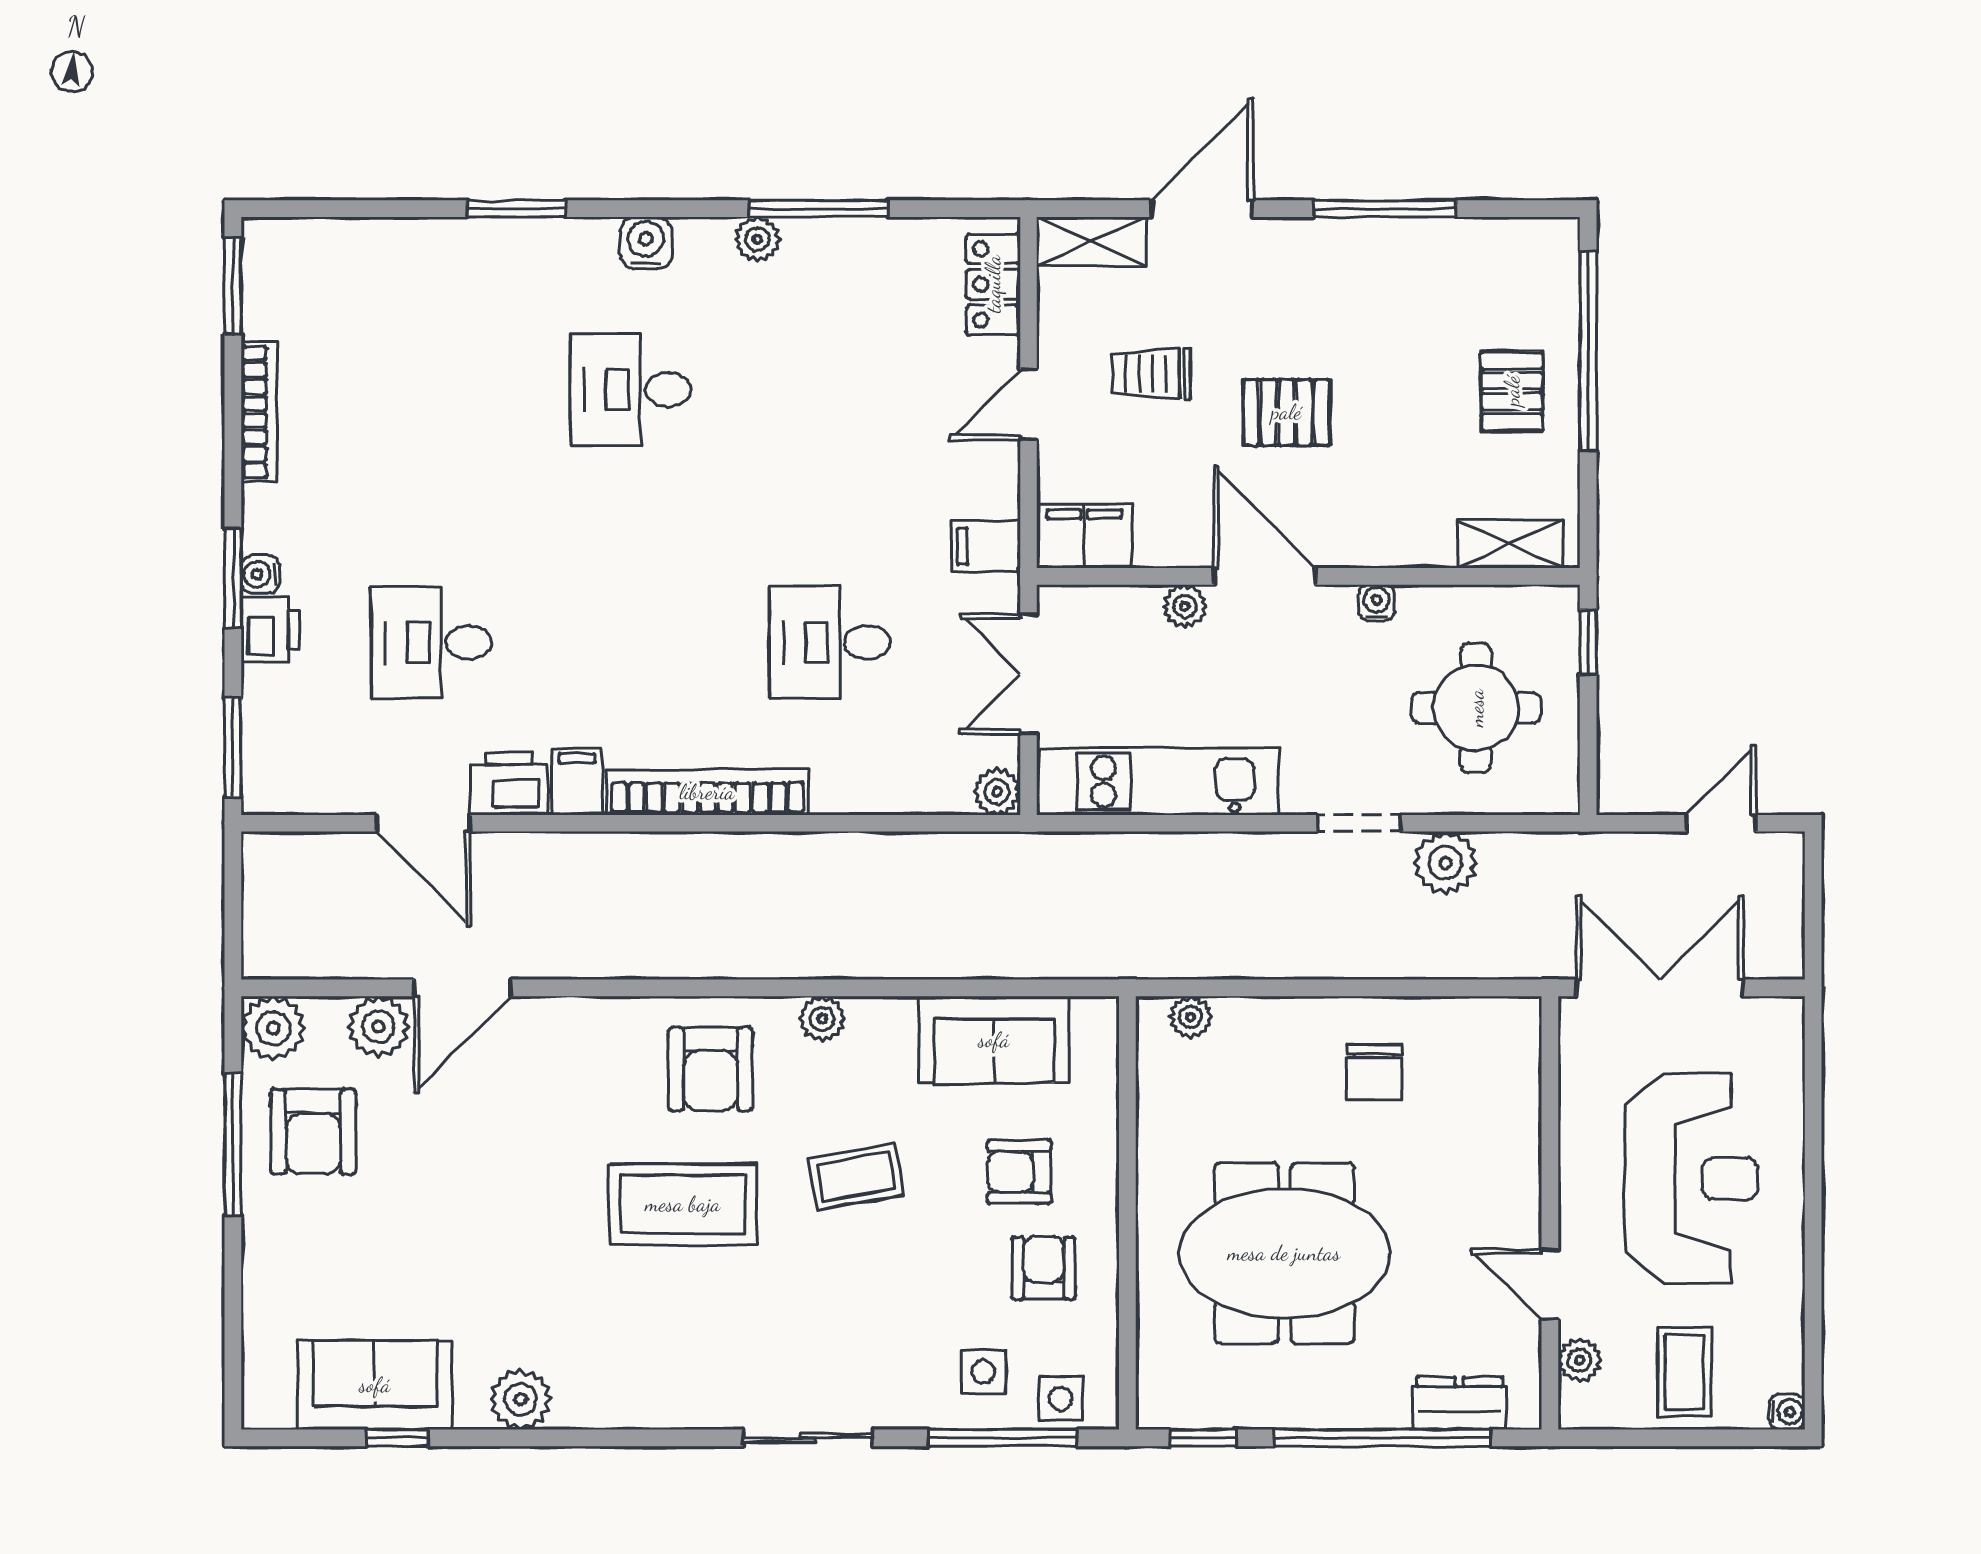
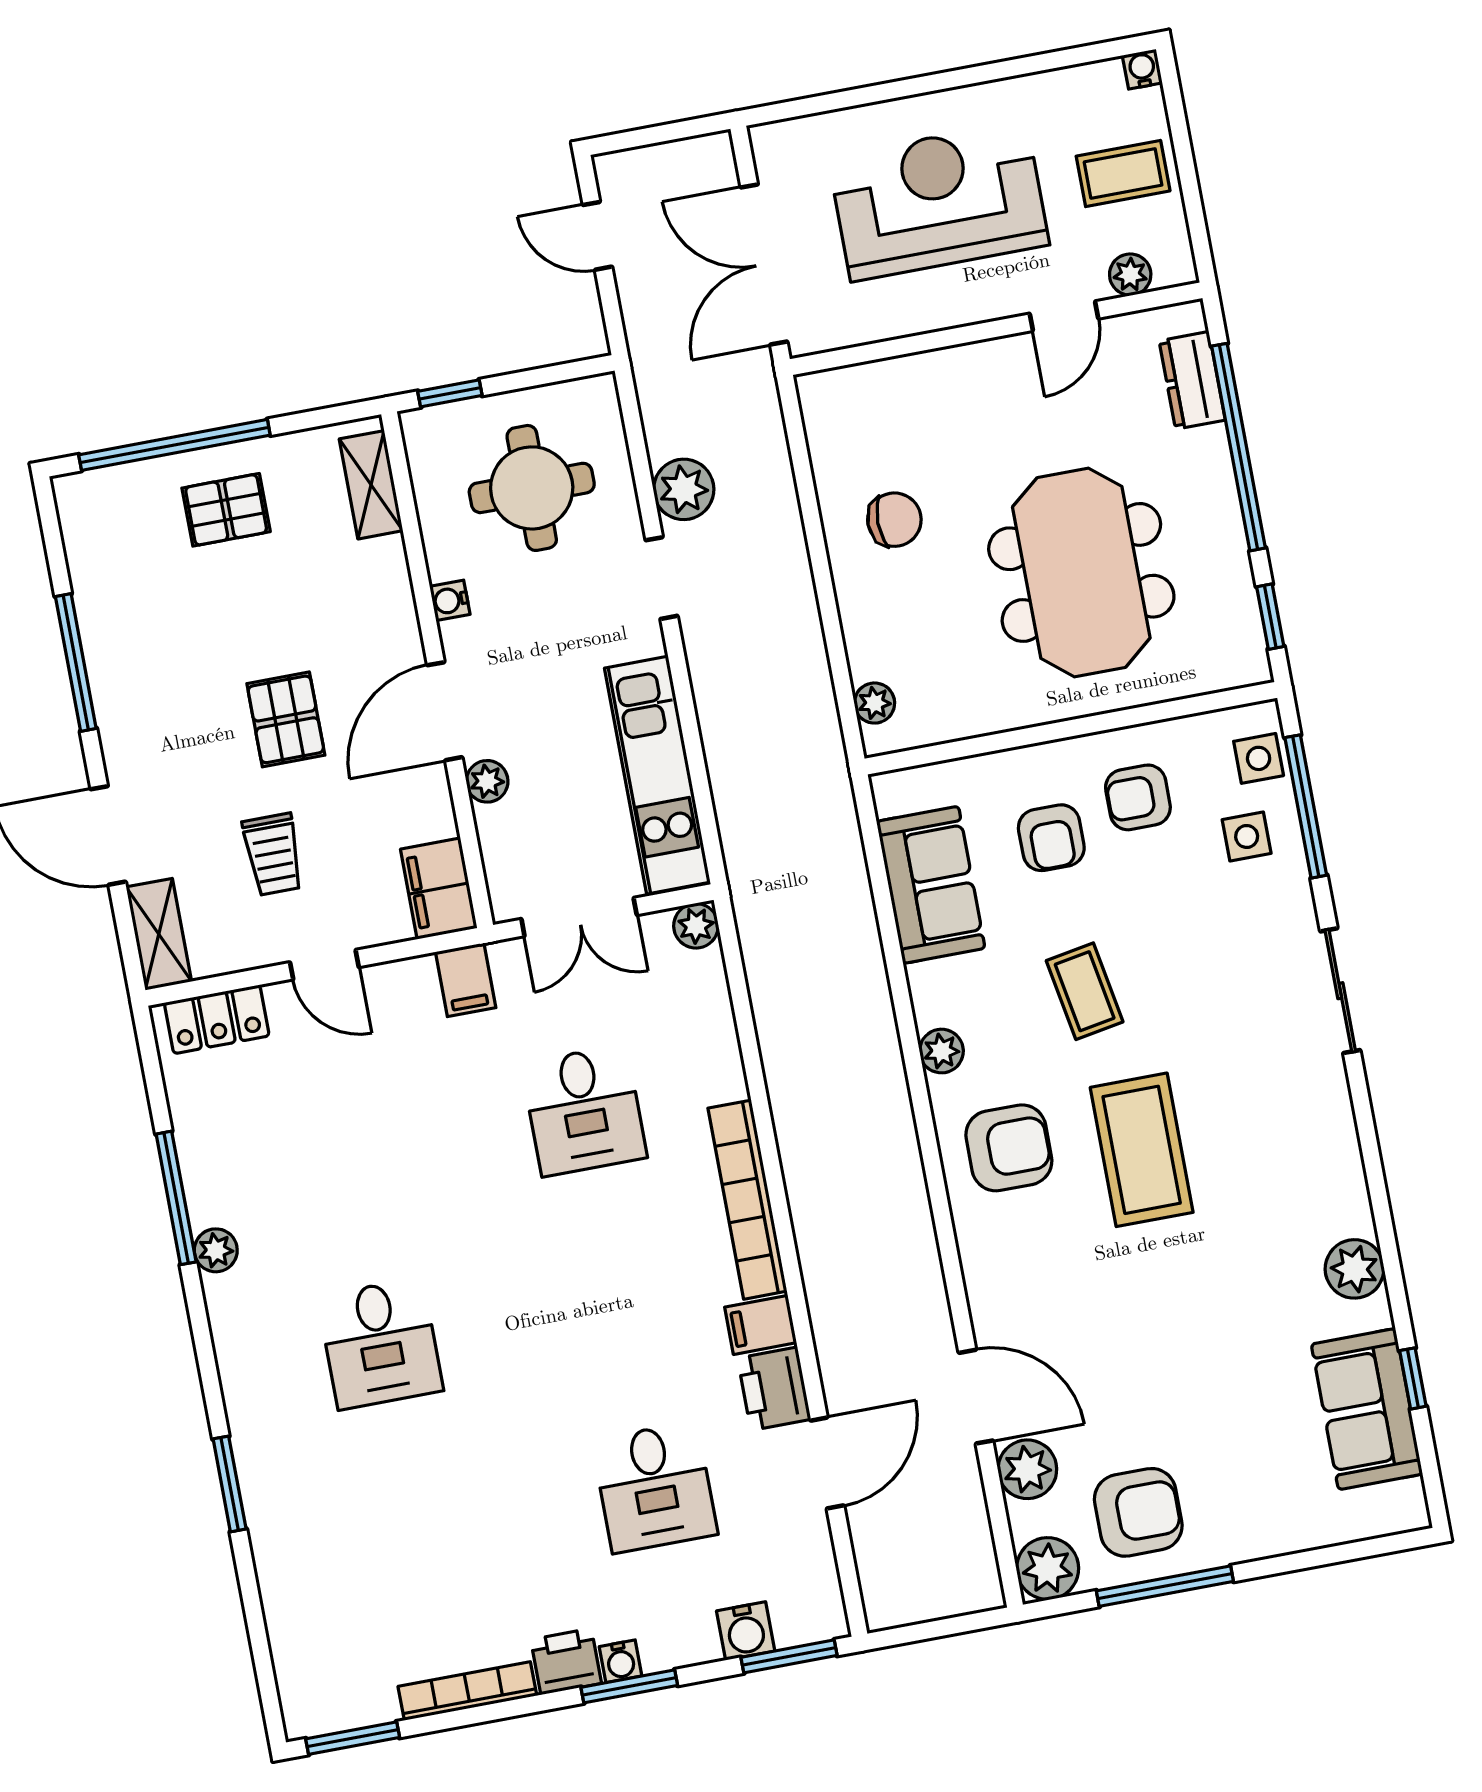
water cooler: (646, 243) -> (746, 1631), moved, turned -90
printer: (270, 630) -> (566, 1661), moved

